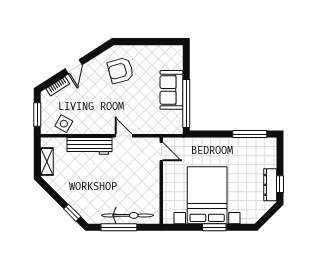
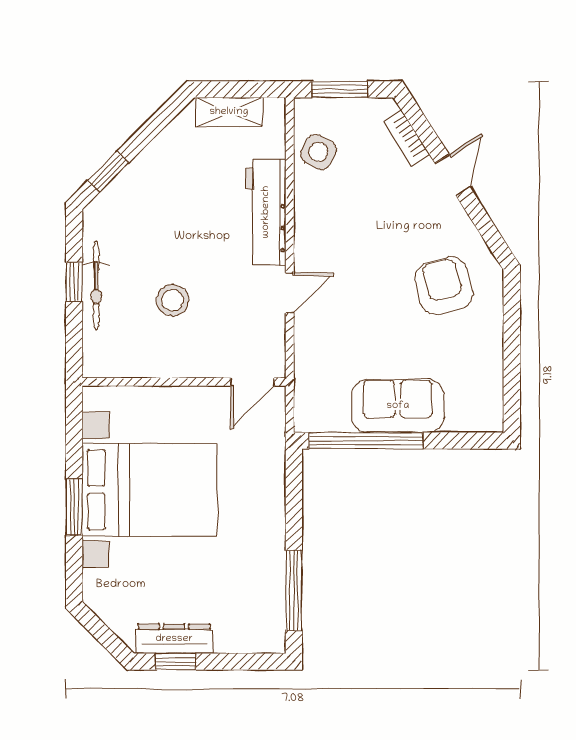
door: (74, 67) -> (453, 175), swing flipped
stool: (127, 185) -> (173, 300), added
bicycle: (127, 215) -> (96, 286), width x0.73, depth x0.71
window: (119, 227) -> (74, 282), width x0.46

